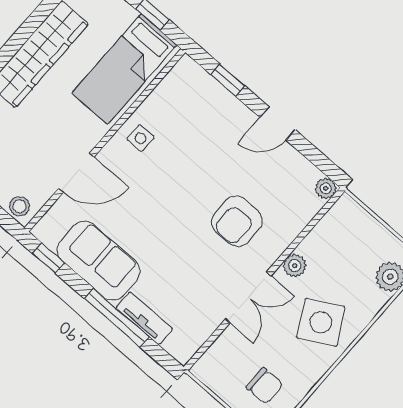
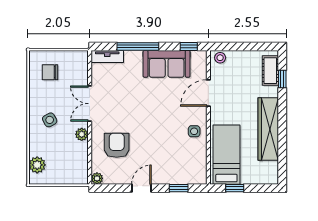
armchair: (237, 221) -> (117, 145), moved
tv unit: (144, 318) -> (107, 56), moved
side table: (321, 322) -> (50, 120), width x0.54, depth x0.54

